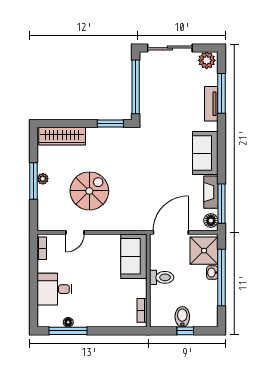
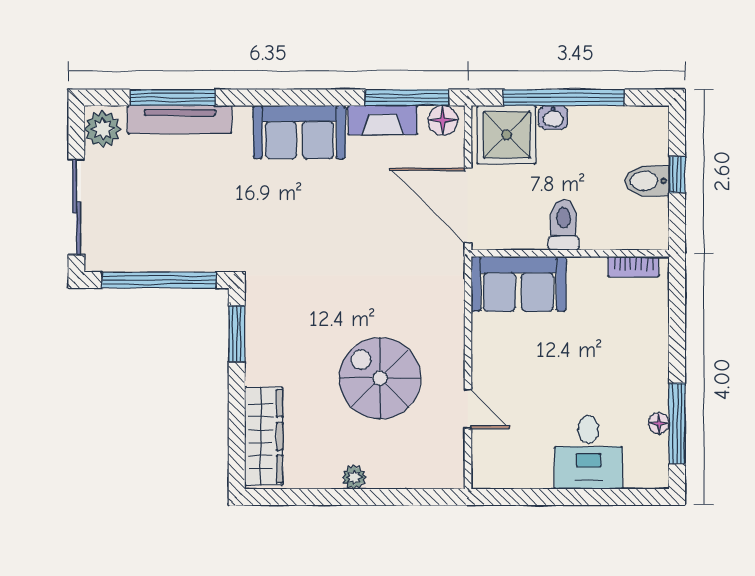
tv unit: (211, 104) -> (180, 120), width x1.41
window: (33, 181) -> (359, 497), removed
bookcase: (42, 248) -> (502, 479), removed

